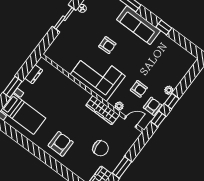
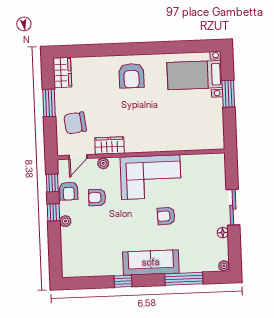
dresser: (34, 74) -> (217, 125), removed
wardrobe: (102, 110) -> (110, 145), width x0.67
chair: (101, 148) -> (75, 123), moved

